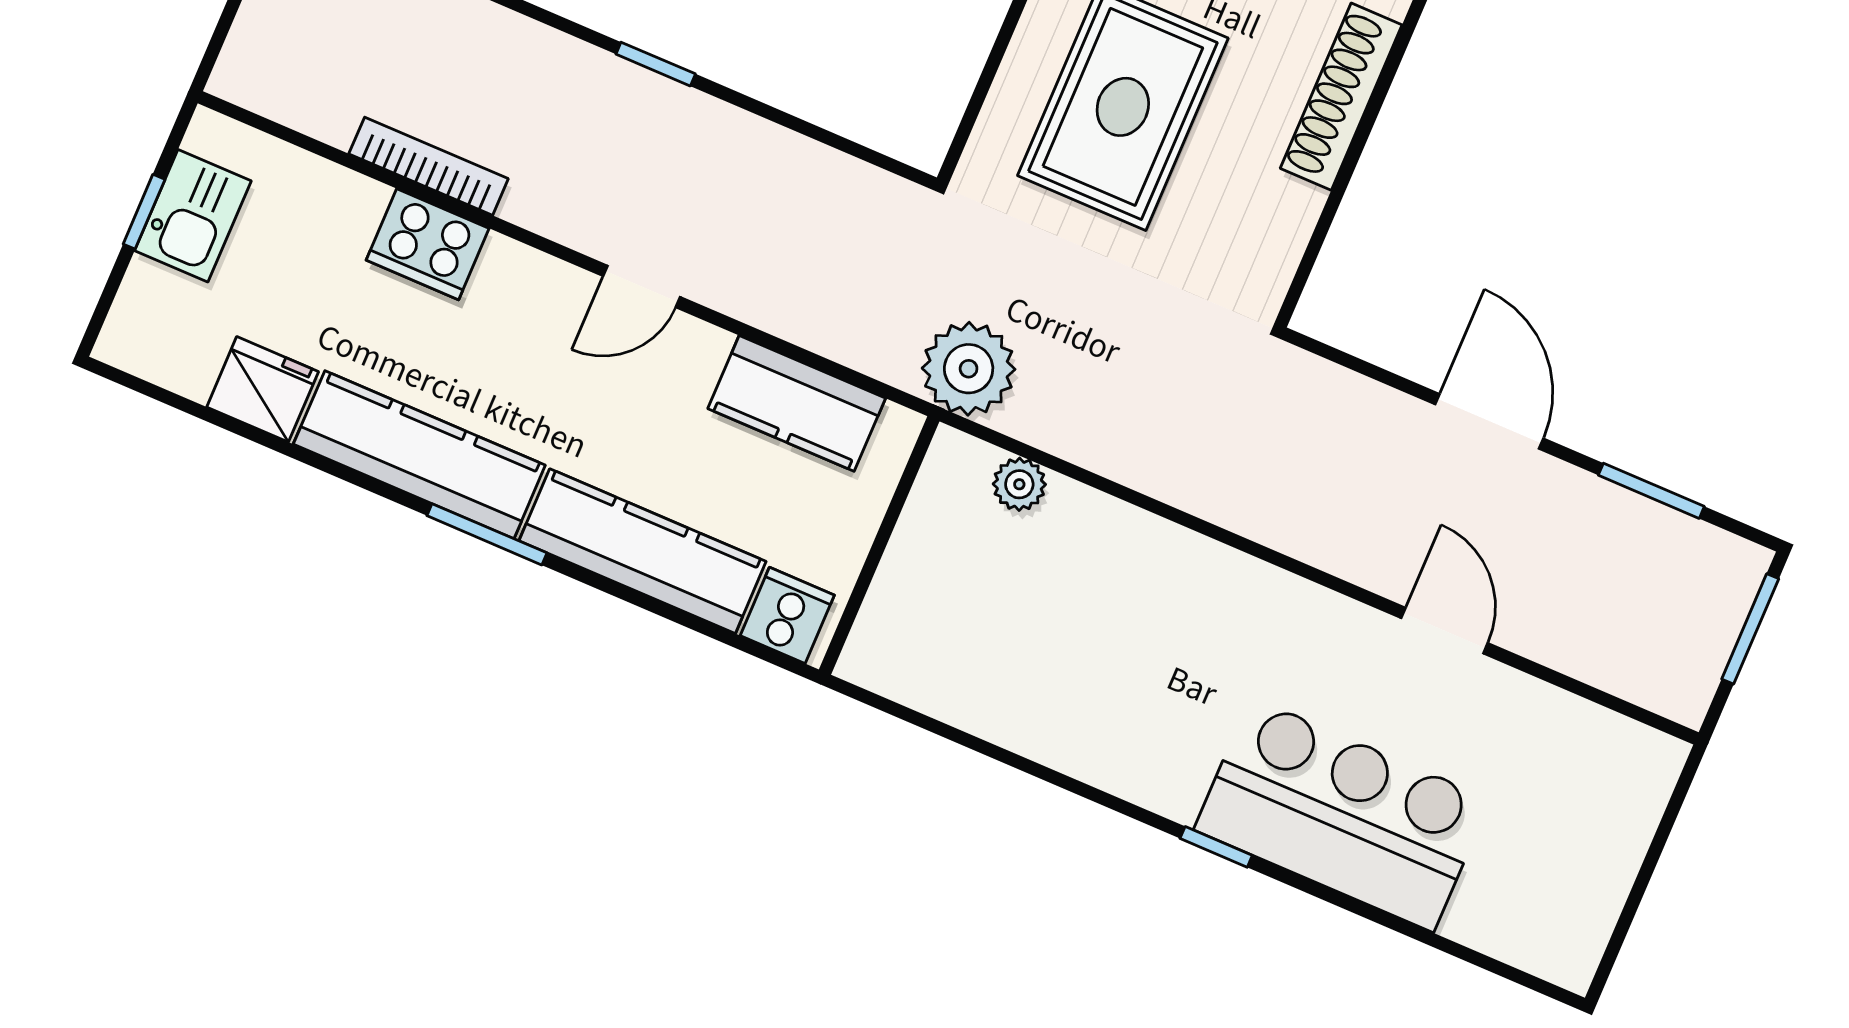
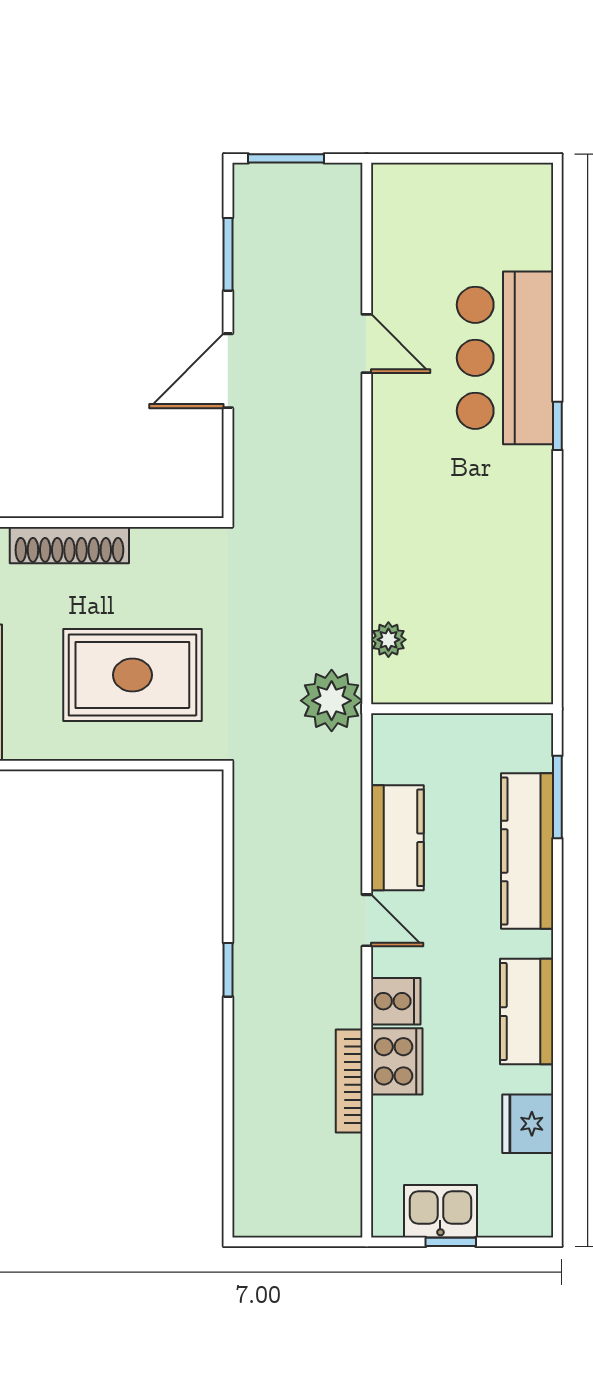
kitchen counter: (797, 403) -> (397, 838), moved
kitchen counter: (419, 455) -> (527, 1012), width x0.67
window: (487, 534) -> (557, 797), moved
cooker: (787, 615) -> (396, 1001), moved, turned 180
door: (1444, 631) -> (367, 344), swing flipped

